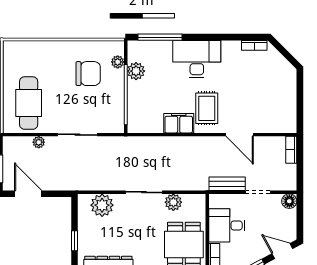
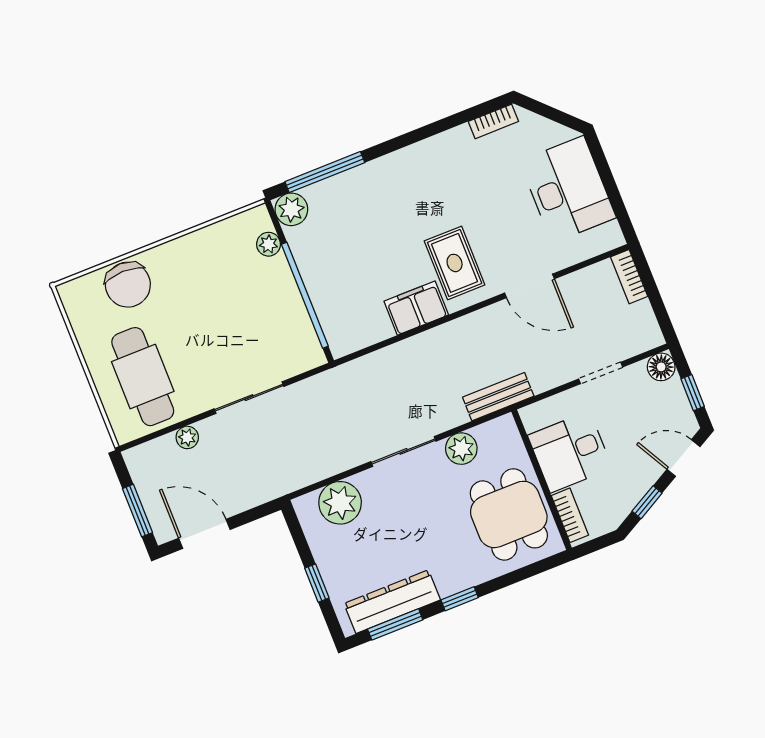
desk: (197, 59) -> (568, 189), moved, turned 90
plant: (136, 71) -> (291, 209), moved
chair: (88, 74) -> (128, 285), moved, turned 90
bench: (227, 184) -> (498, 397), moved
window: (300, 220) -> (693, 393), added

